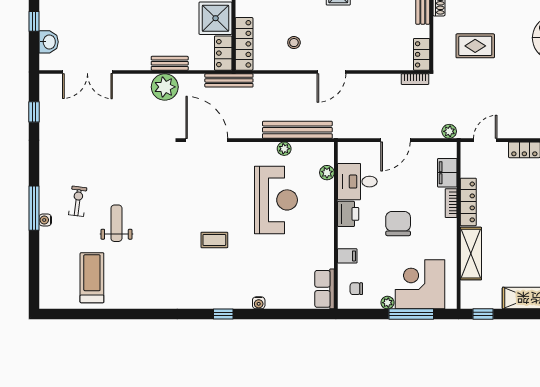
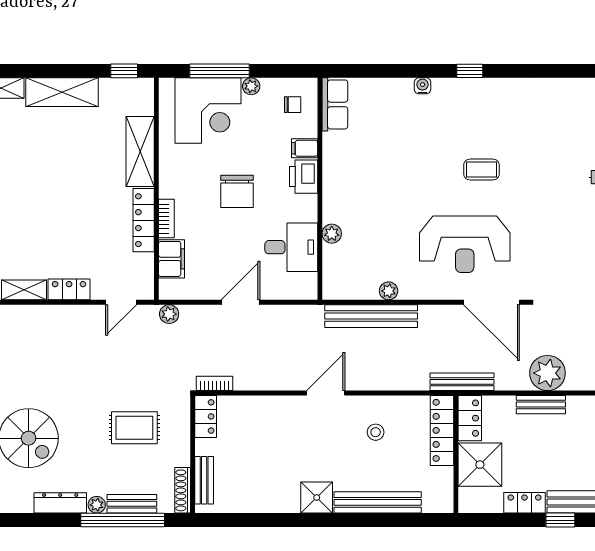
plant: (327, 173) -> (332, 234), moved
reception desk: (276, 200) -> (465, 244), moved, turned -90
printer: (348, 214) -> (304, 177), moved

